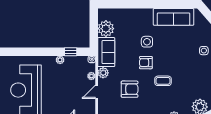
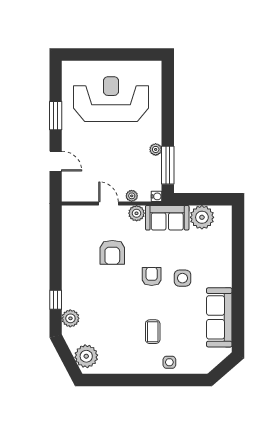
window: (71, 52) -> (168, 165), width x2.17
coffee table: (163, 81) -> (153, 332), moved

